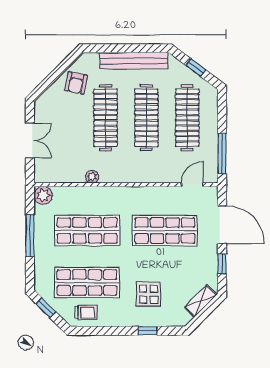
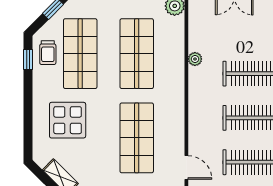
display table: (148, 294) -> (68, 120), width x1.36, depth x1.36
window: (148, 331) -> (28, 60), moved

